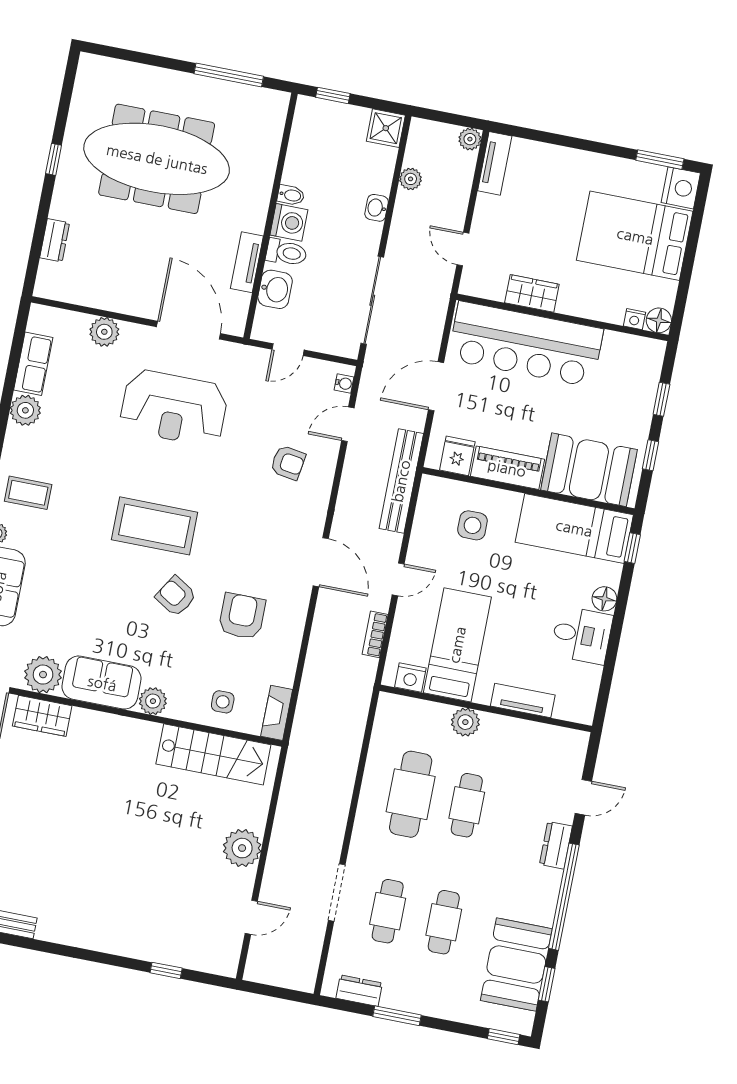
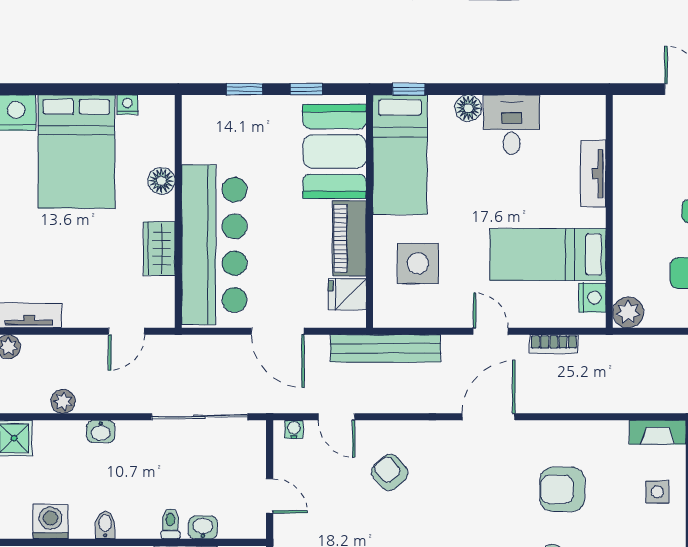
washing machine: (289, 222) -> (51, 521), moved
toilet: (286, 253) -> (170, 524), width x0.73, depth x0.72
washbasin: (275, 289) -> (203, 527), width x0.72, depth x0.69
nightstand: (634, 319) -> (127, 105), moved, turned -90
floor lamp: (659, 320) -> (161, 181), moved
armchair: (288, 463) -> (390, 472), turned -50
side table: (472, 525) -> (418, 263), width x1.37, depth x1.37
plant: (465, 722) -> (628, 312), moved

